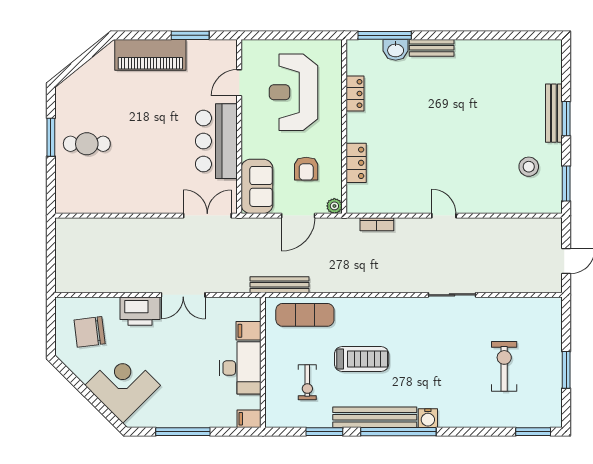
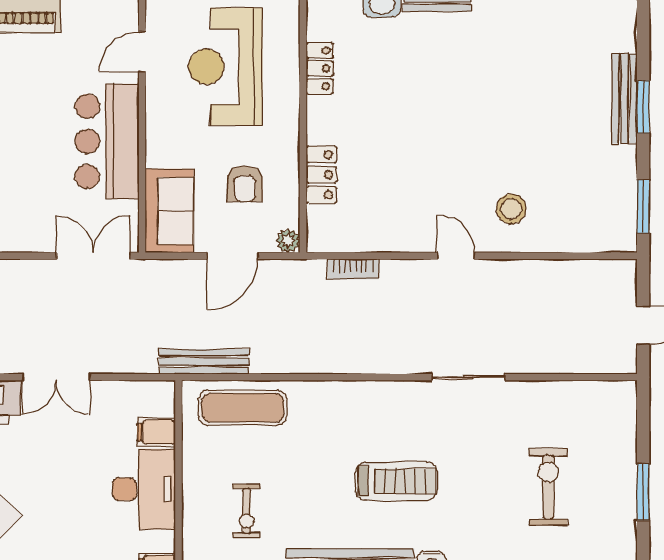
stool: (529, 167) -> (511, 209), moved
treadmill: (362, 359) -> (396, 481), moved

